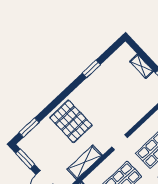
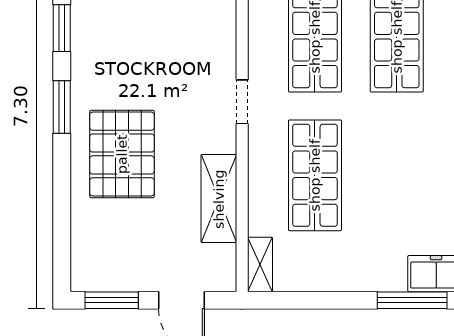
pallet: (71, 121) -> (122, 154), turned 90
window: (29, 128) -> (62, 107), moved

